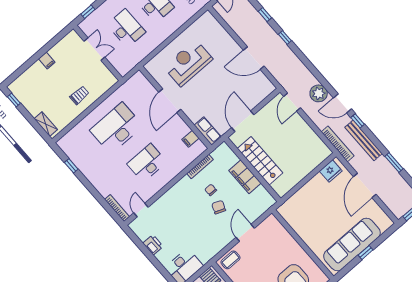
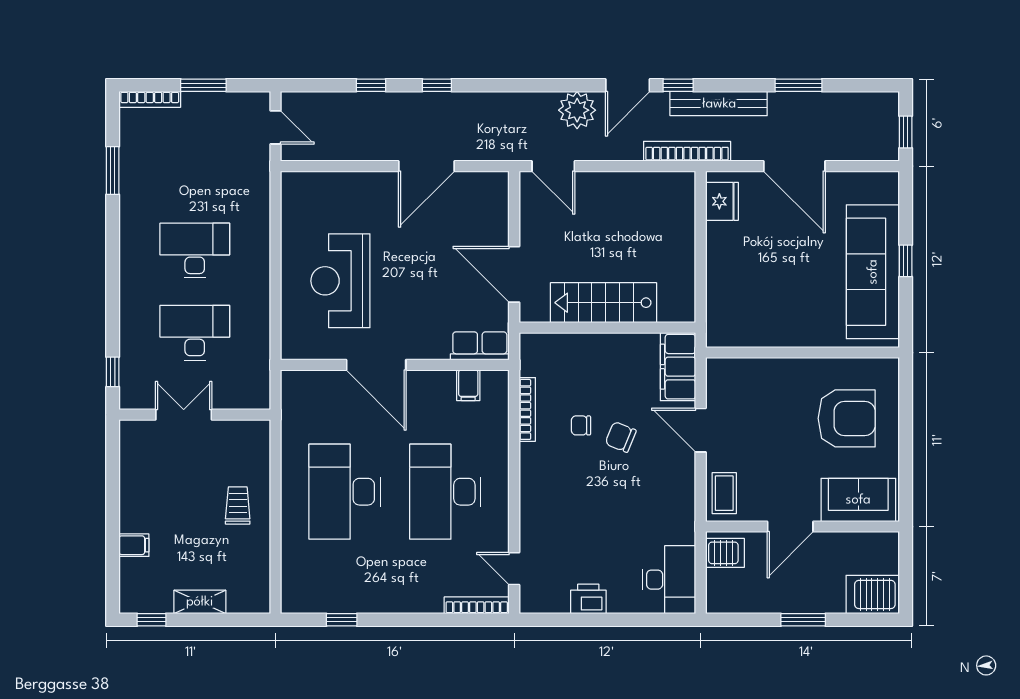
filing cabinet: (47, 60) -> (134, 545), moved
shelving: (46, 124) -> (200, 602), moved
desk: (147, 163) -> (445, 492), width x1.36, depth x1.30
filing cabinet: (245, 177) -> (678, 367), moved, turned 90

